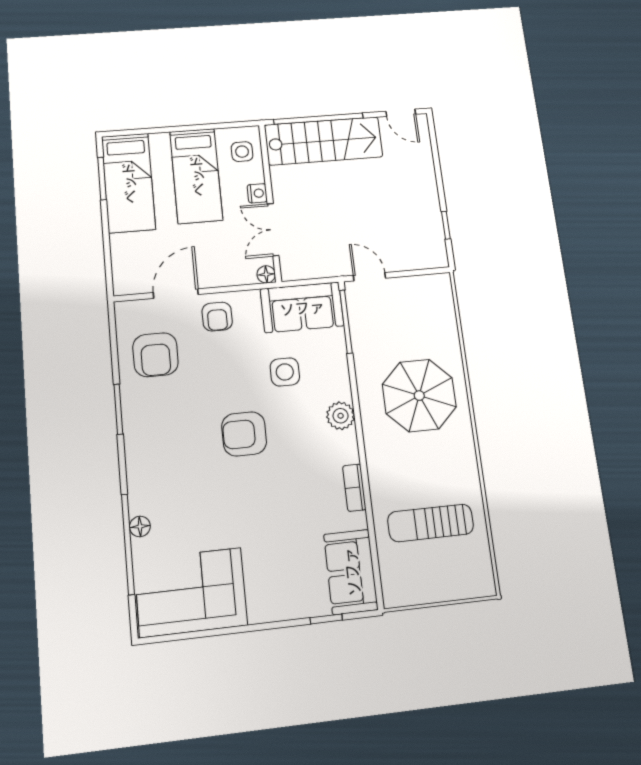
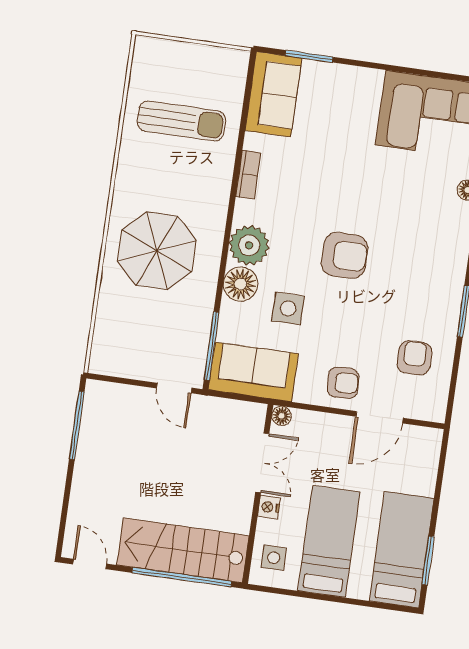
window: (446, 225) -> (77, 425), width x2.17
armchair: (217, 317) -> (343, 383), turned 87
armchair: (155, 355) -> (415, 358), width x0.72, depth x0.72
floor lamp: (334, 384) -> (241, 284), added
plant: (341, 416) -> (249, 245), width x1.36, depth x1.36
window: (326, 619) -> (309, 56), width x1.50

